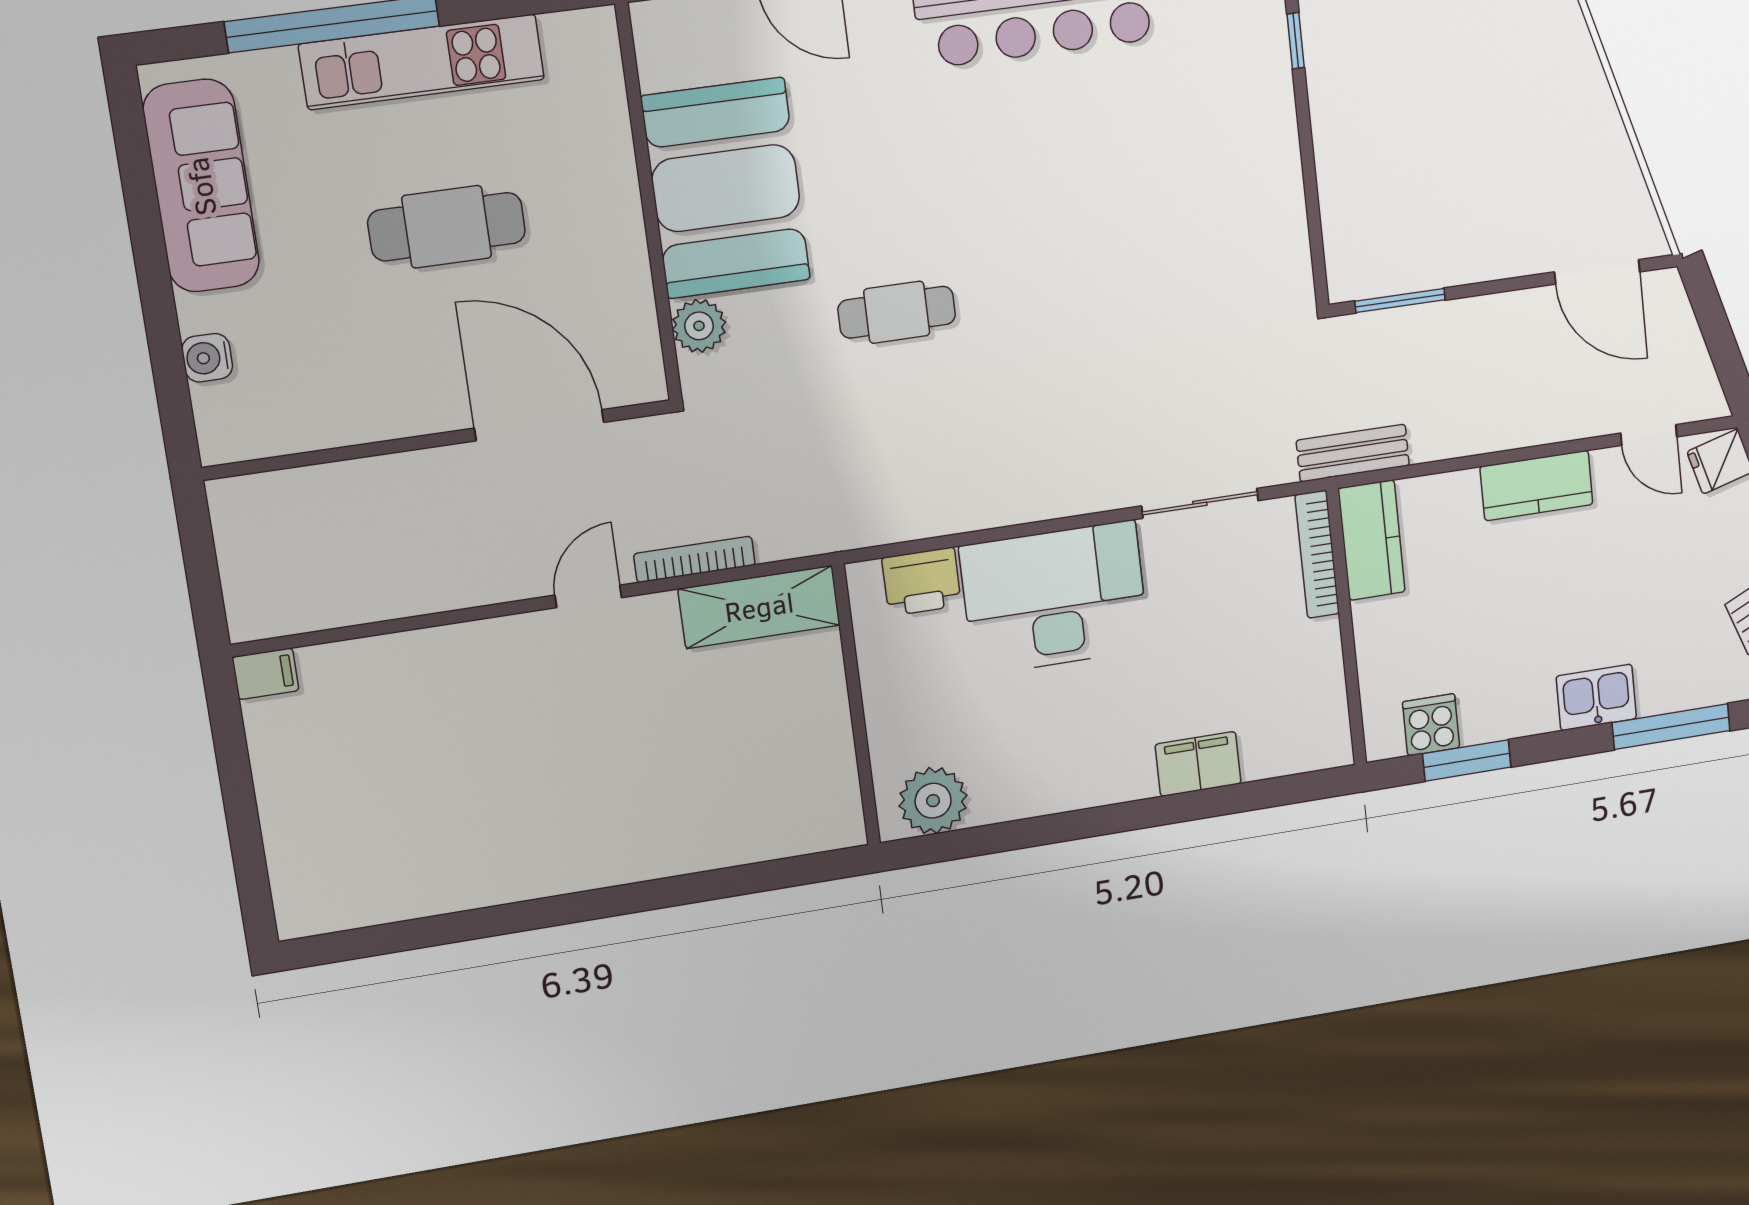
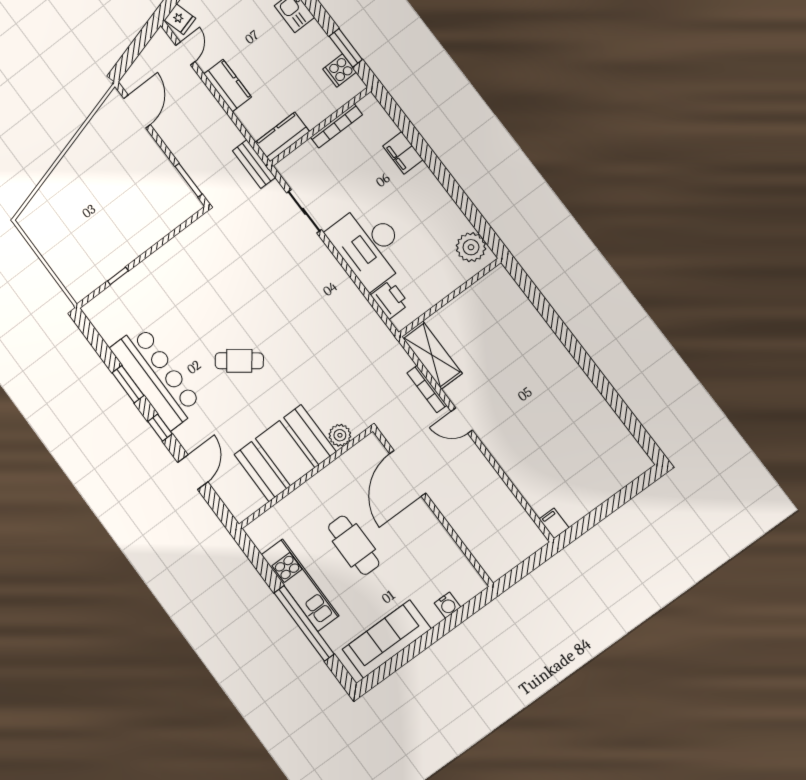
cafe table: (897, 312) -> (239, 361), moved, turned -53
bookcase: (1317, 554) -> (337, 126), moved

